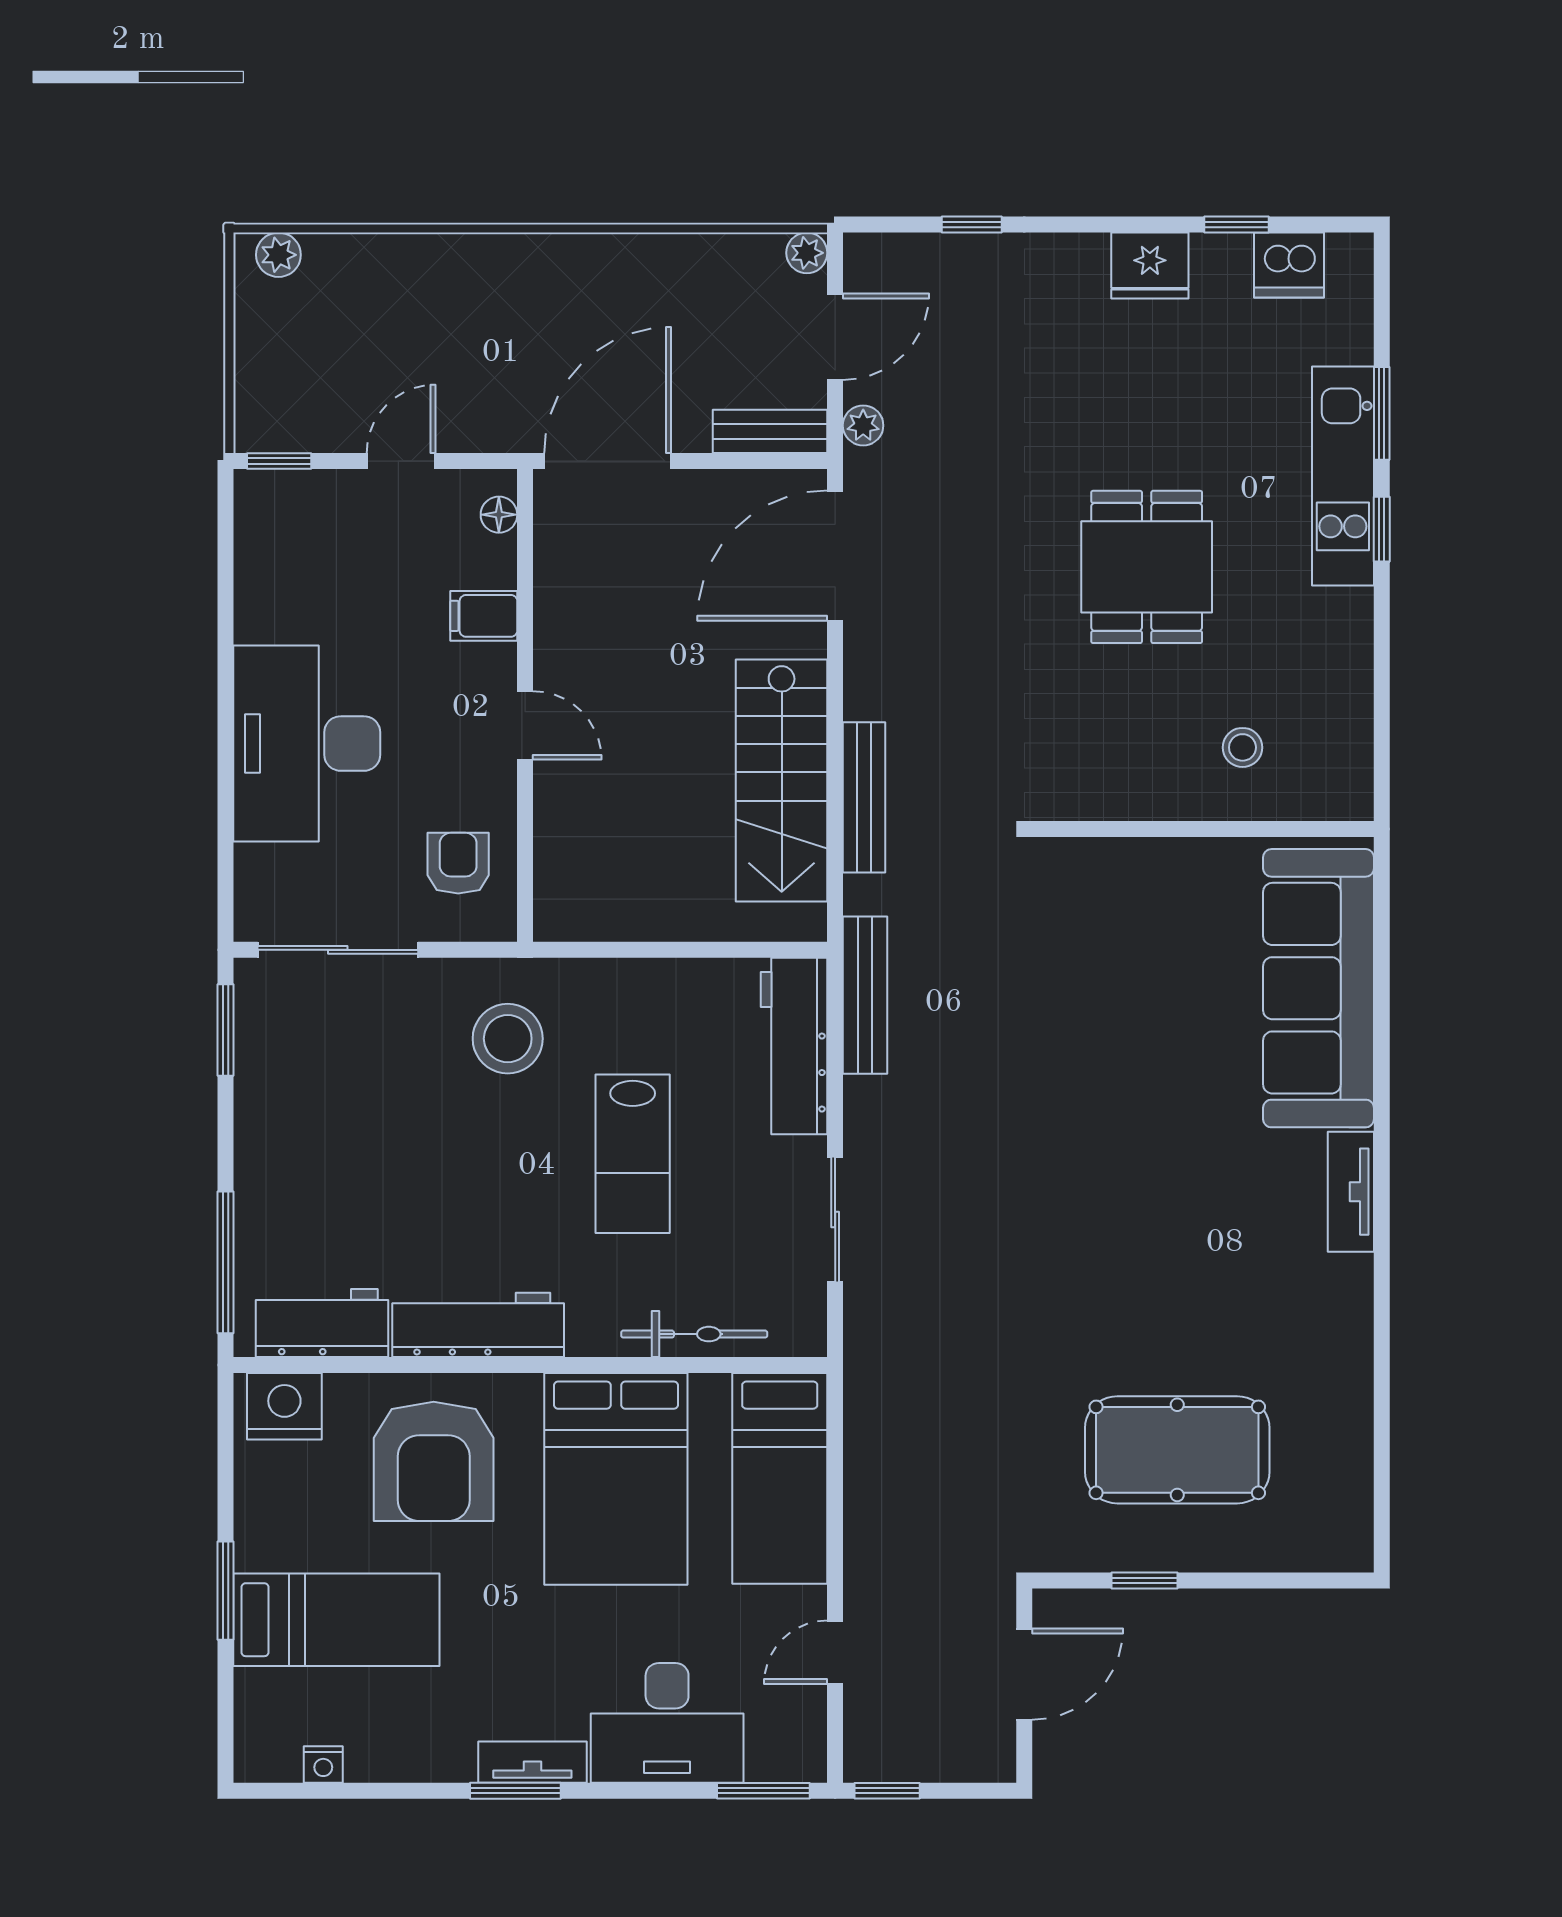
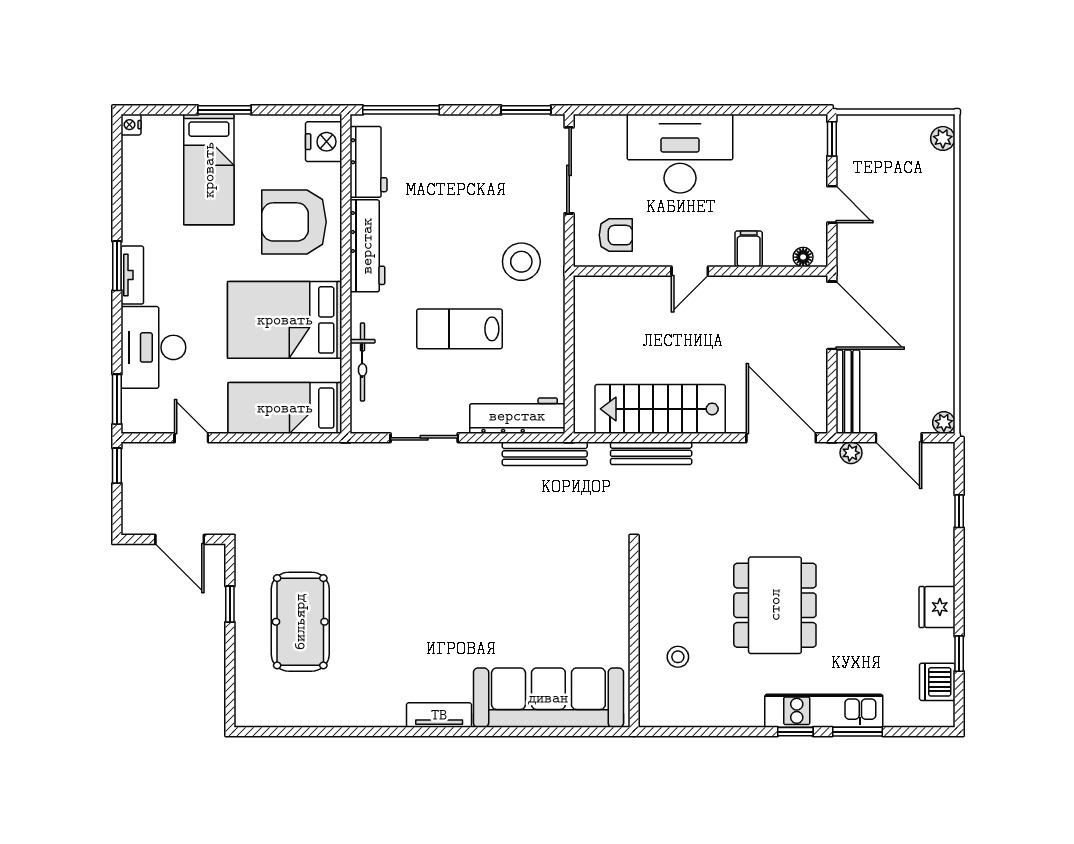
bench: (770, 431) -> (848, 392), width x1.36
dining table: (1147, 567) -> (775, 605), width x1.38
nightstand: (323, 1765) -> (131, 125), moved

